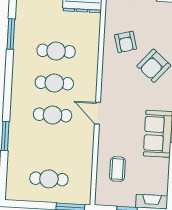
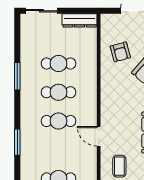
window: (11, 34) -> (17, 76), moved
door: (97, 113) -> (99, 136), moved

